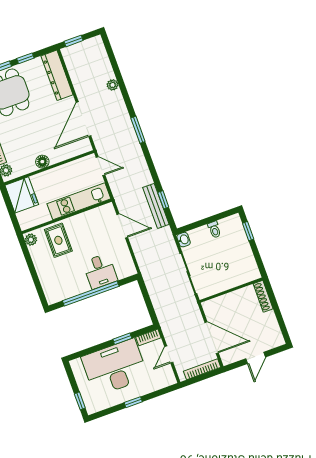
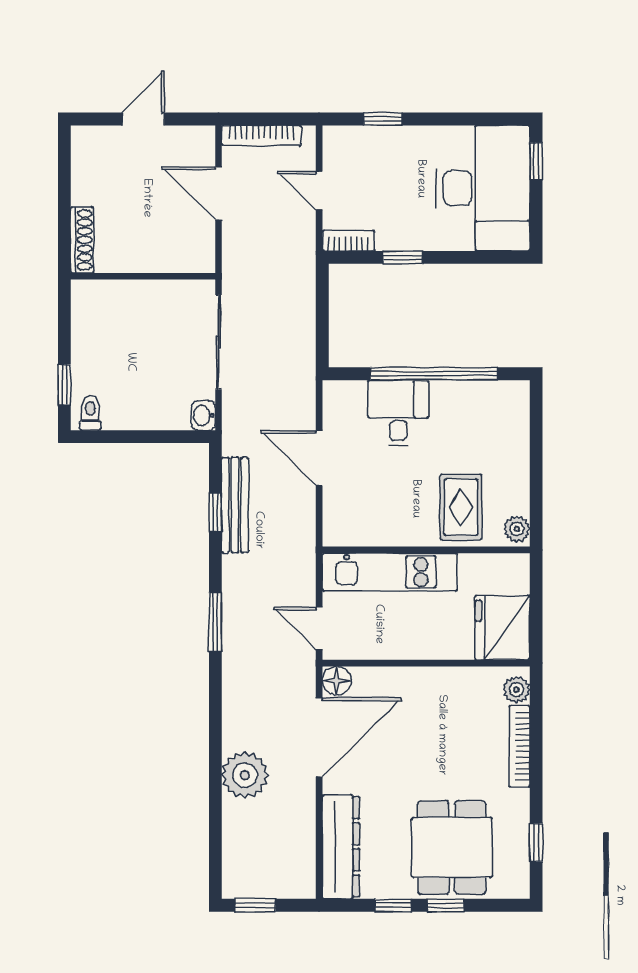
window: (74, 41) -> (255, 905), moved
plant: (113, 85) -> (245, 775), width x1.88, depth x1.88
window: (138, 130) -> (215, 622), moved
floor lamp: (42, 162) -> (337, 681), moved
door: (122, 226) -> (319, 458), moved
toilet: (214, 230) -> (90, 413), moved
door: (212, 338) -> (218, 193), width x0.73
door: (169, 354) -> (319, 191), swing flipped
desk: (115, 367) -> (483, 188), moved, turned -90
window: (133, 402) -> (383, 119), moved

